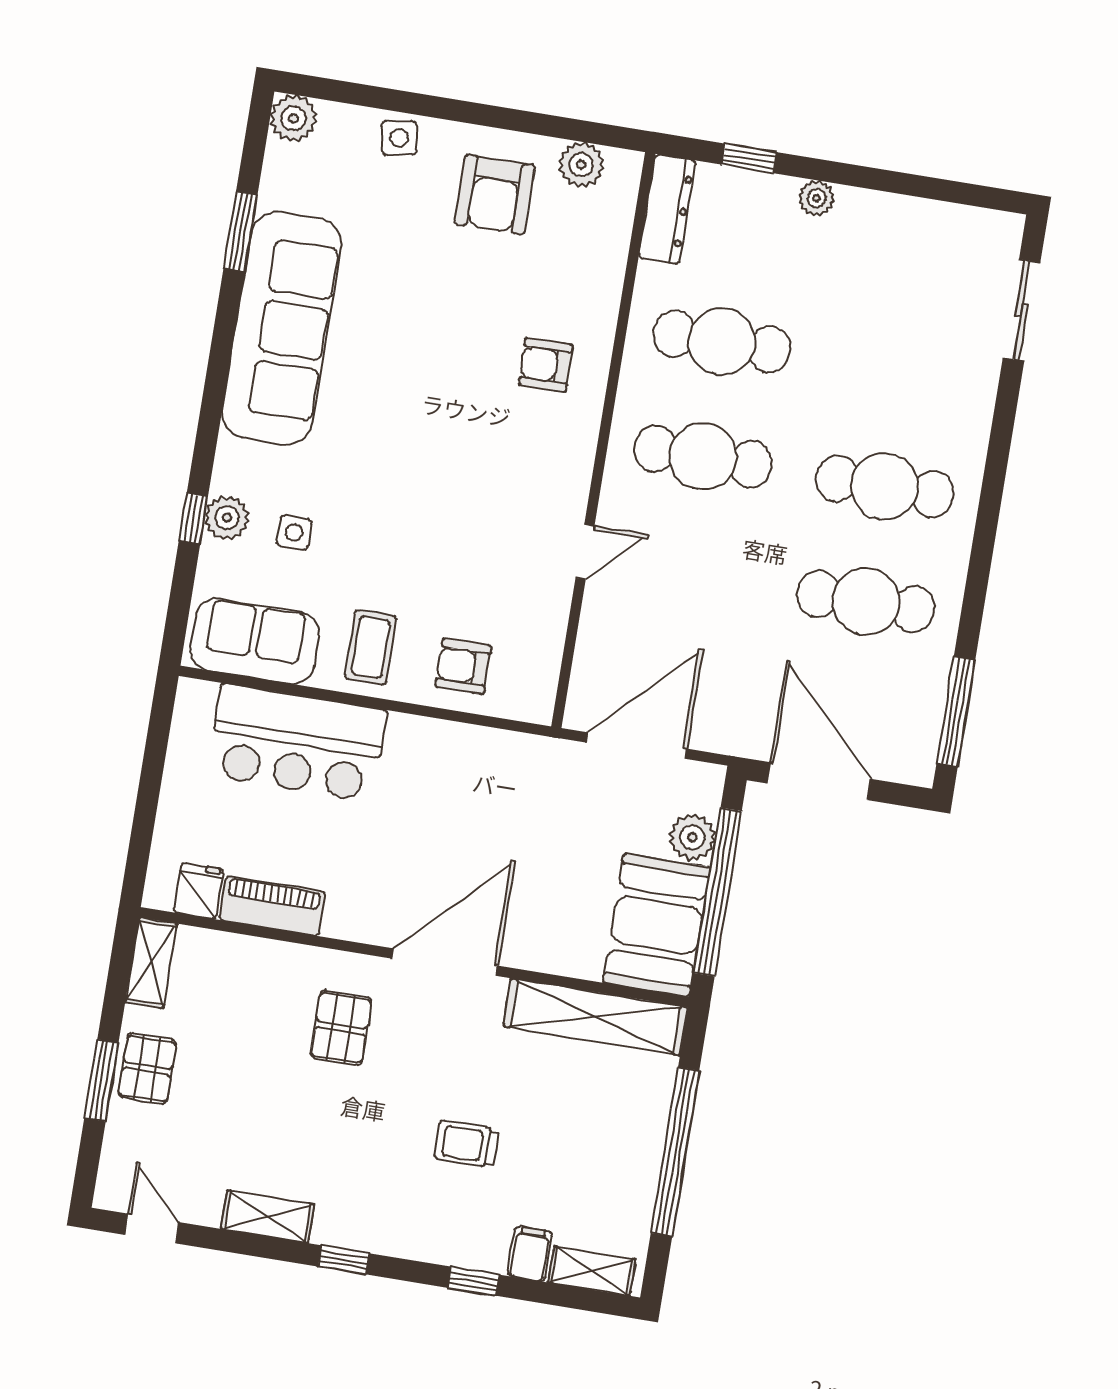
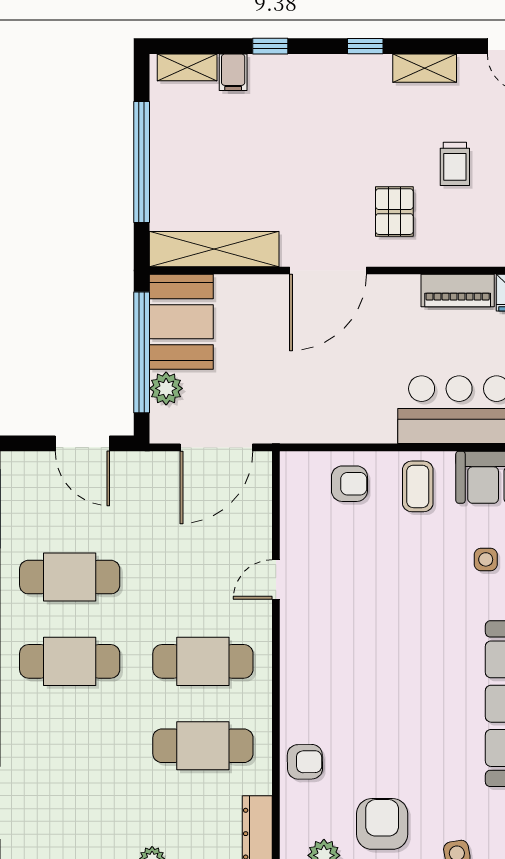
armchair: (546, 365) -> (305, 762), moved
door: (819, 781) -> (82, 443), width x0.73
trolley: (467, 1144) -> (455, 164), moved, turned 90

